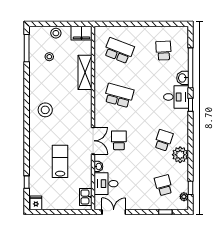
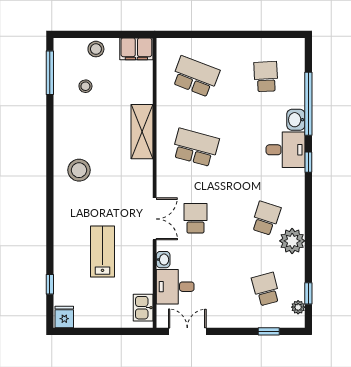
shelving: (85, 72) -> (142, 132), moved

